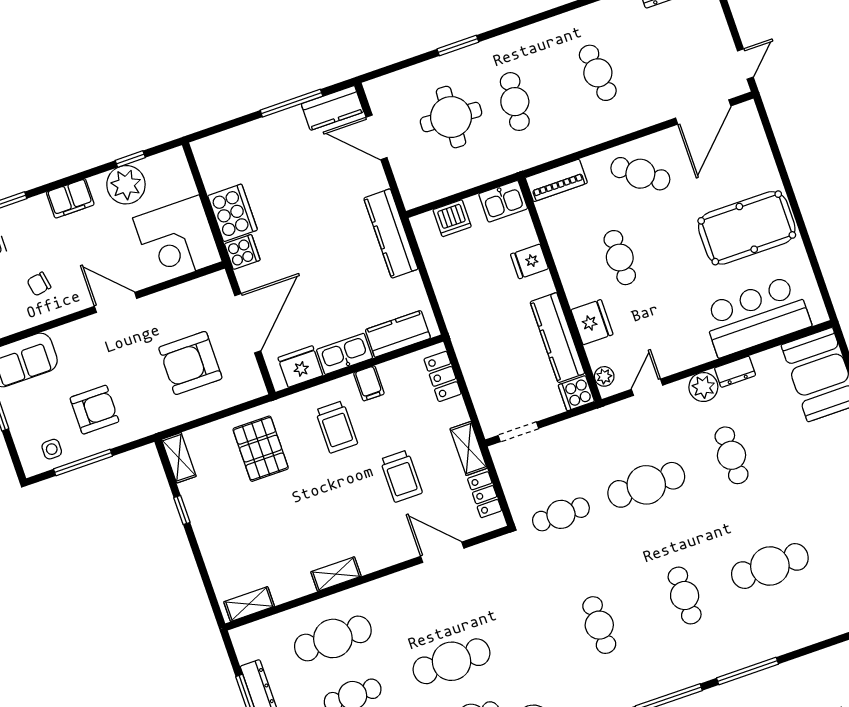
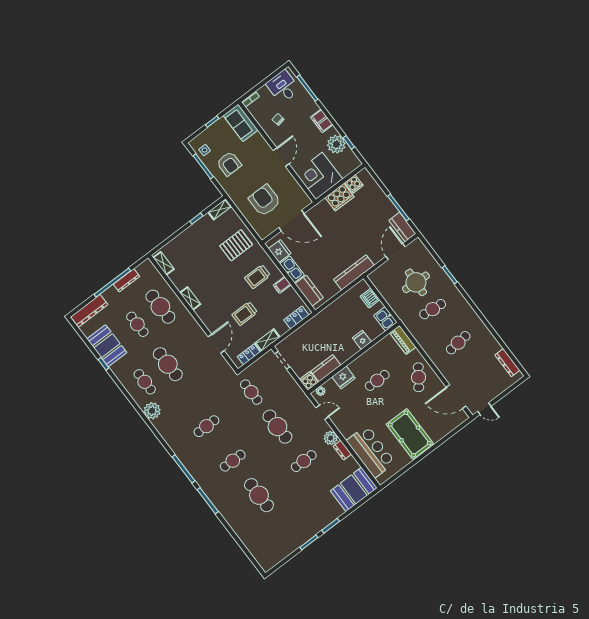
cooker: (242, 252) -> (354, 184), moved
kitchen counter: (557, 338) -> (326, 368), width x0.67

